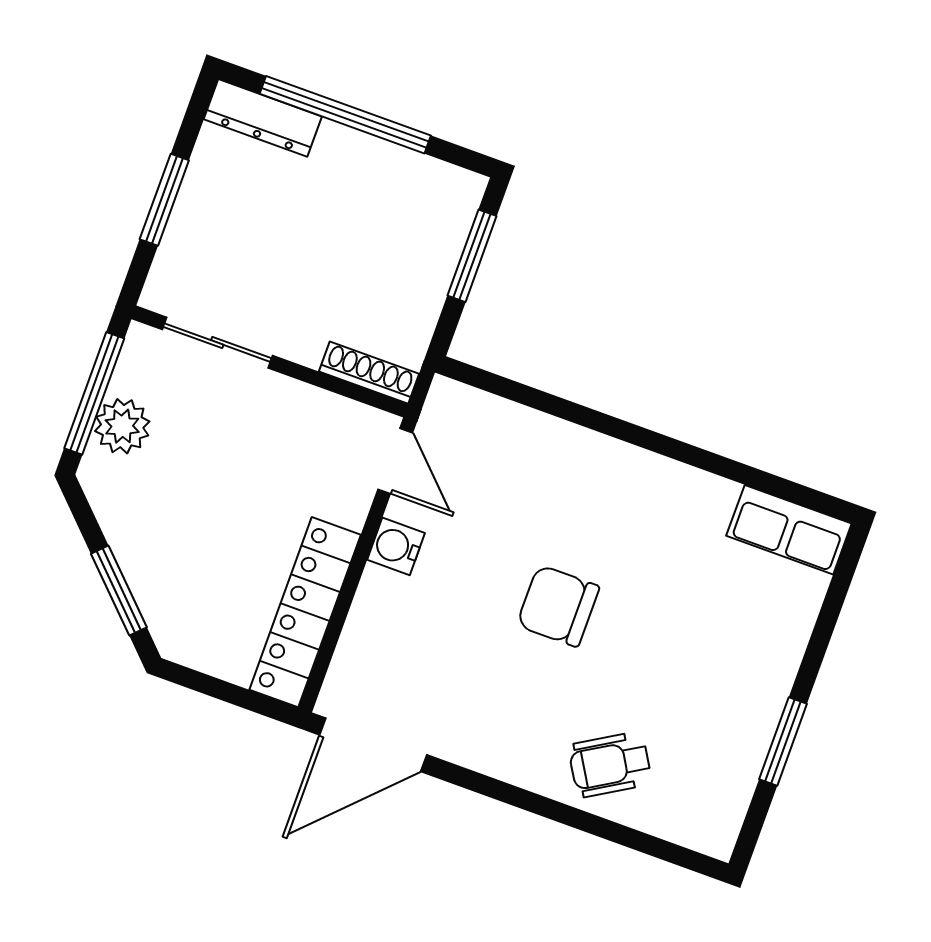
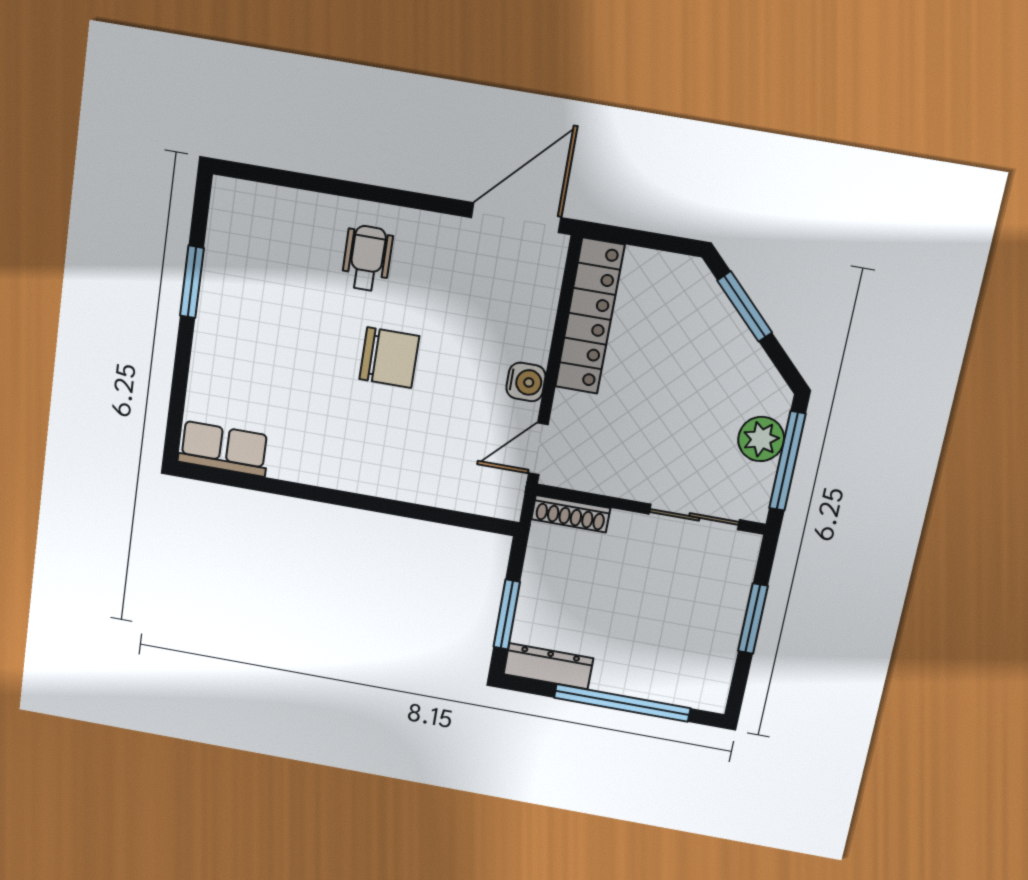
dresser: (263, 118) -> (548, 666), moved
door: (395, 461) -> (538, 449), hinge flipped
wheelchair: (610, 764) -> (367, 258), moved, turned -59

